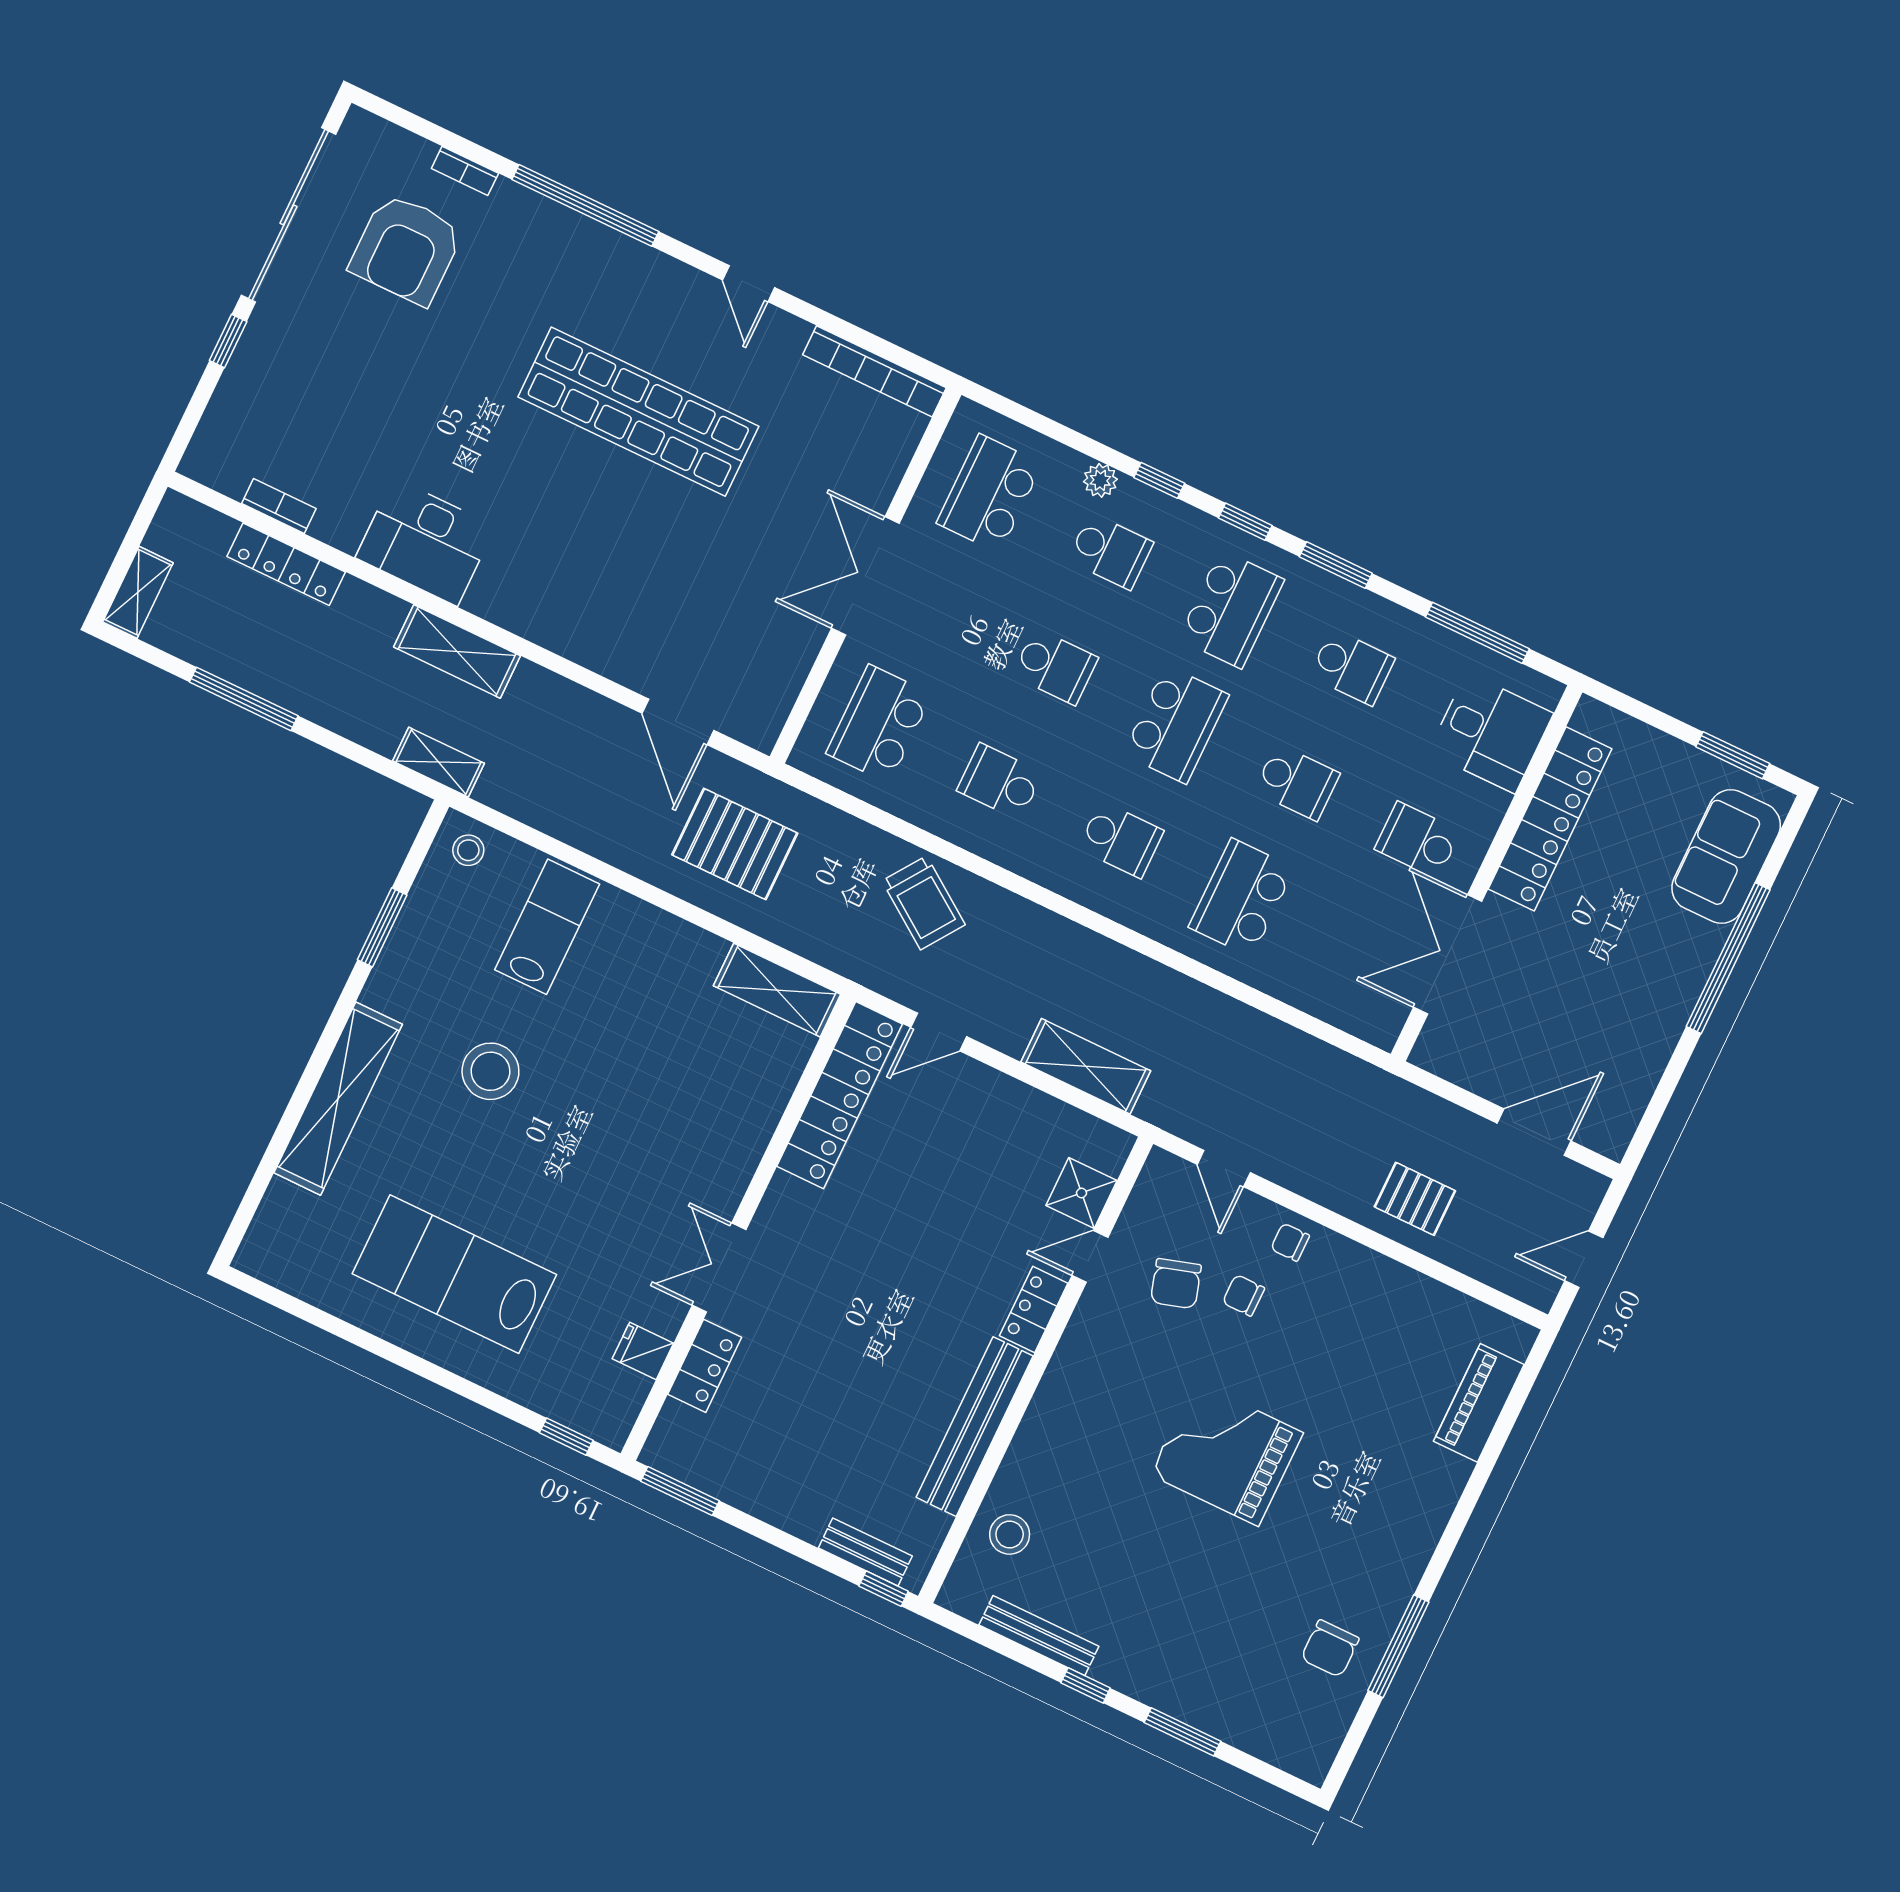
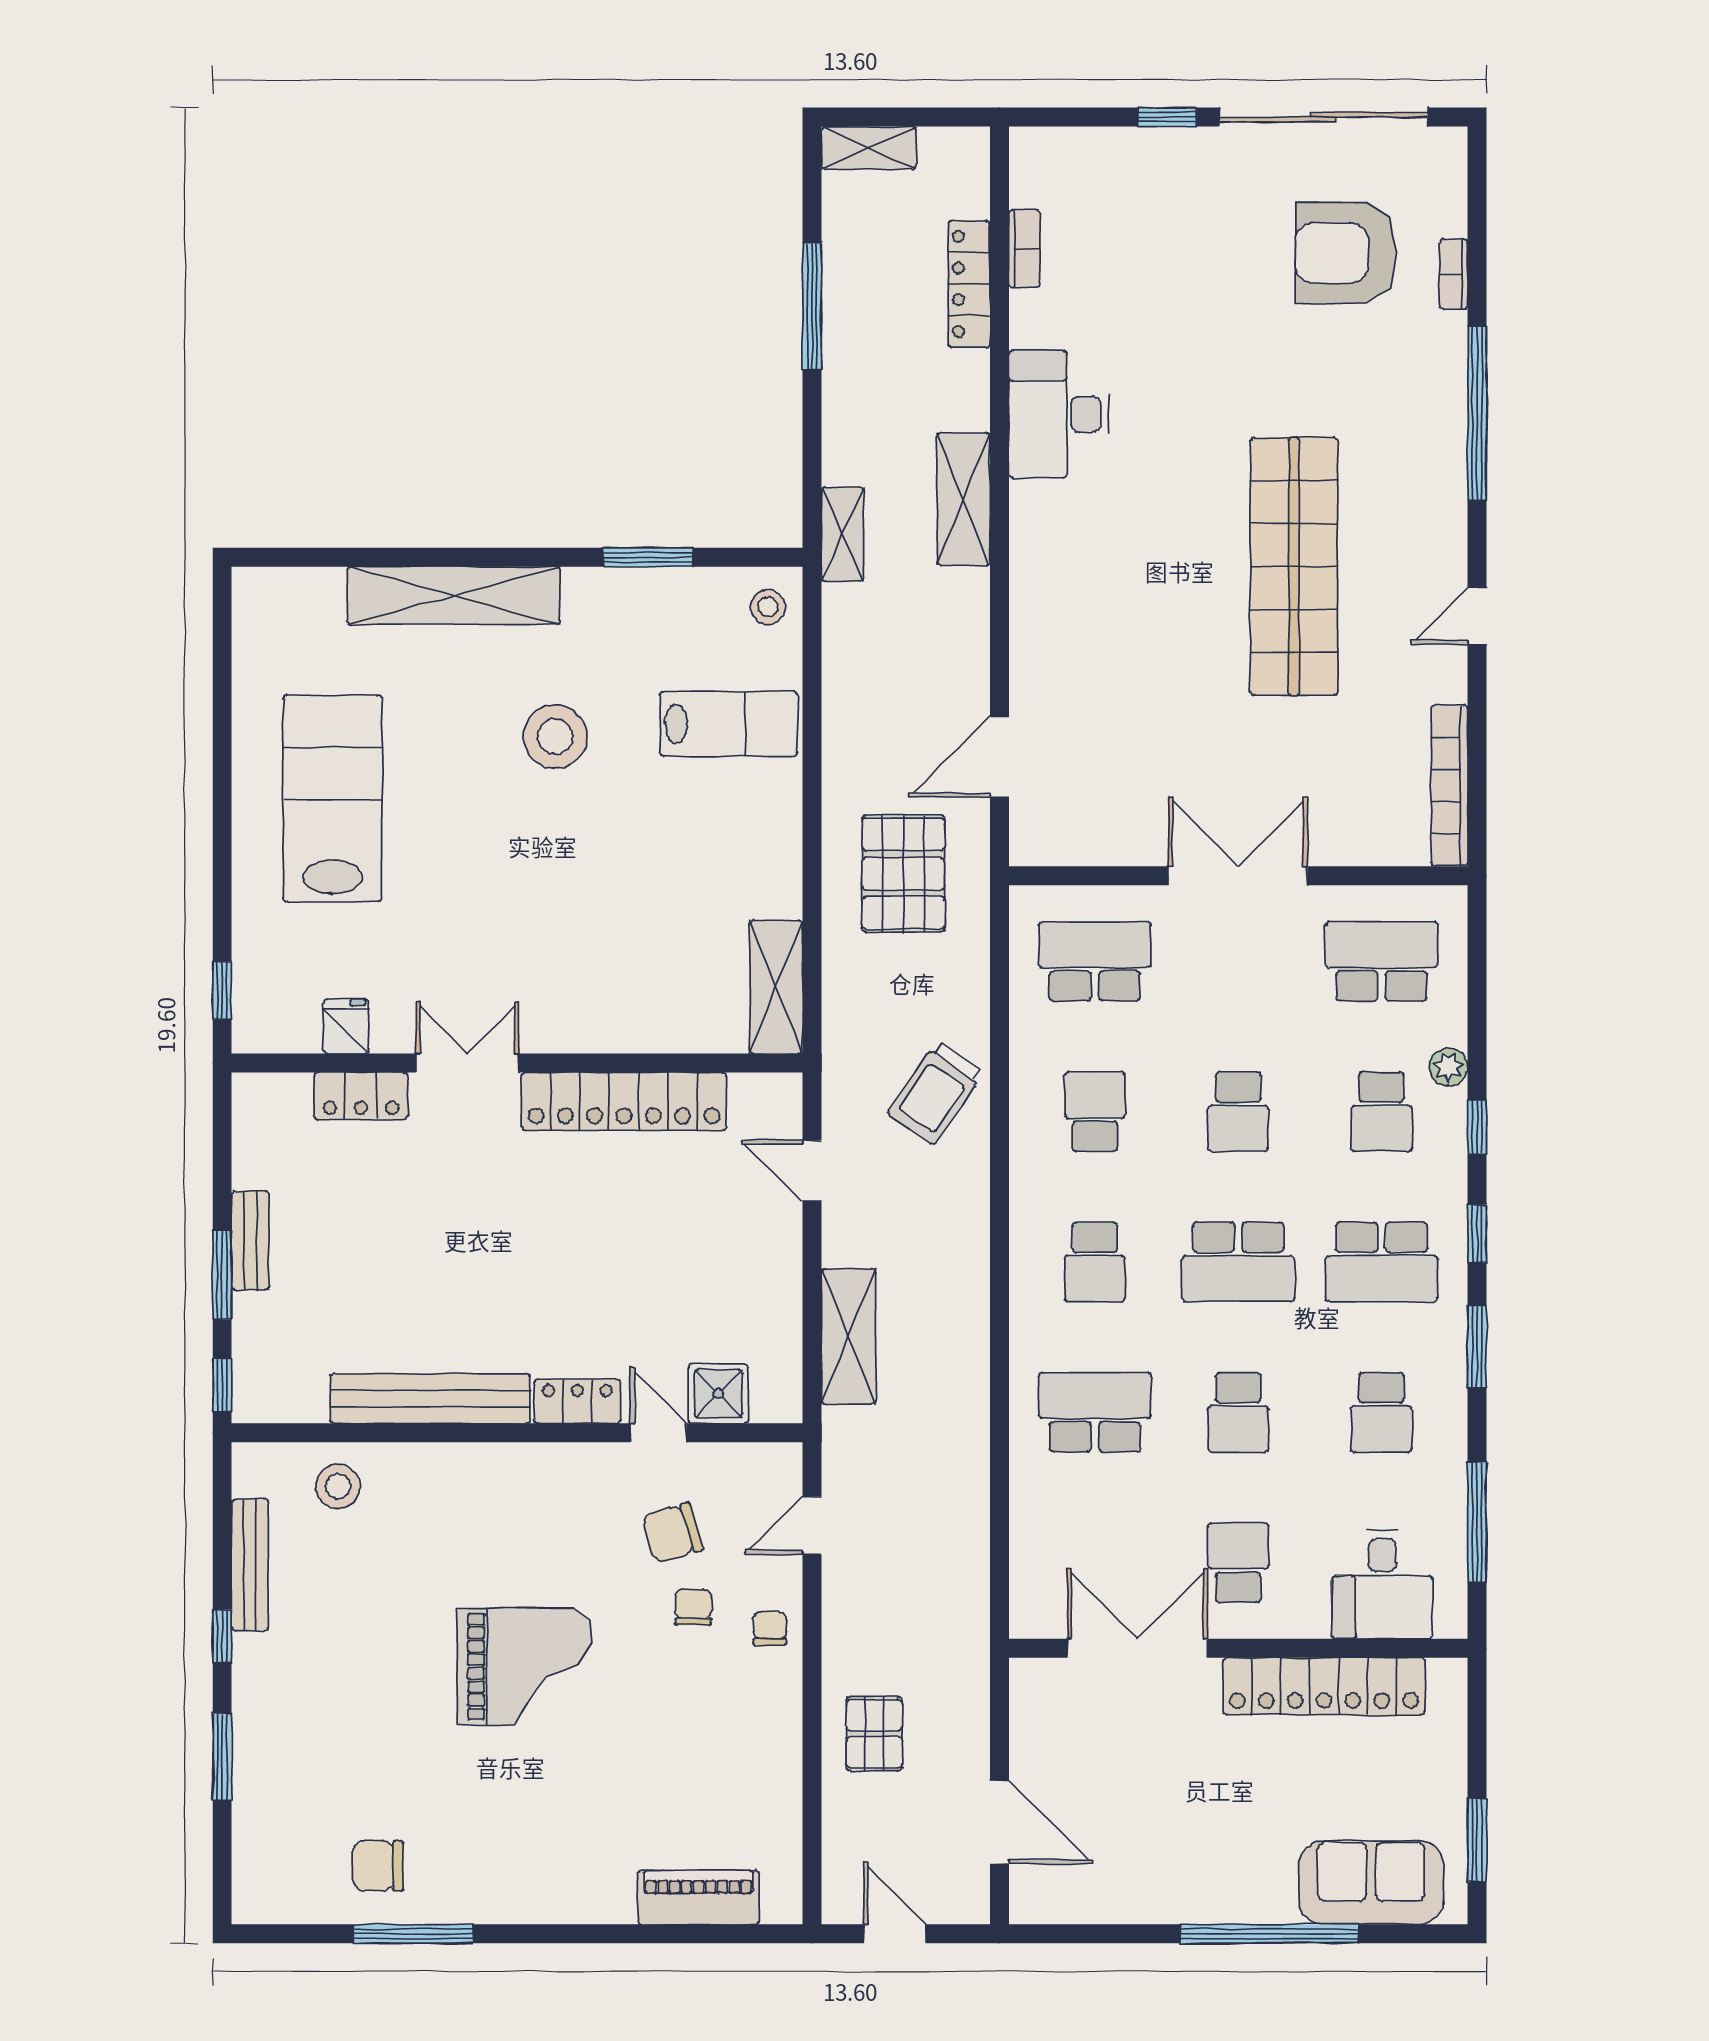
locker: (840, 1095) -> (624, 1101), moved
grand piano: (1226, 1454) -> (525, 1667), turned 90
window: (680, 1491) -> (222, 1275), moved
bench: (865, 1552) -> (250, 1240), moved

